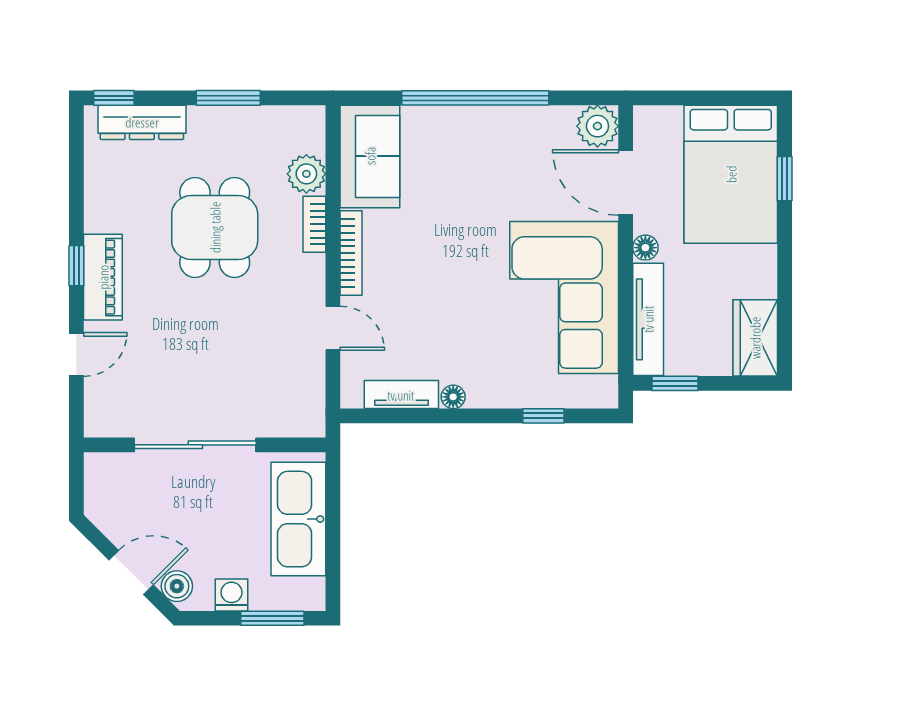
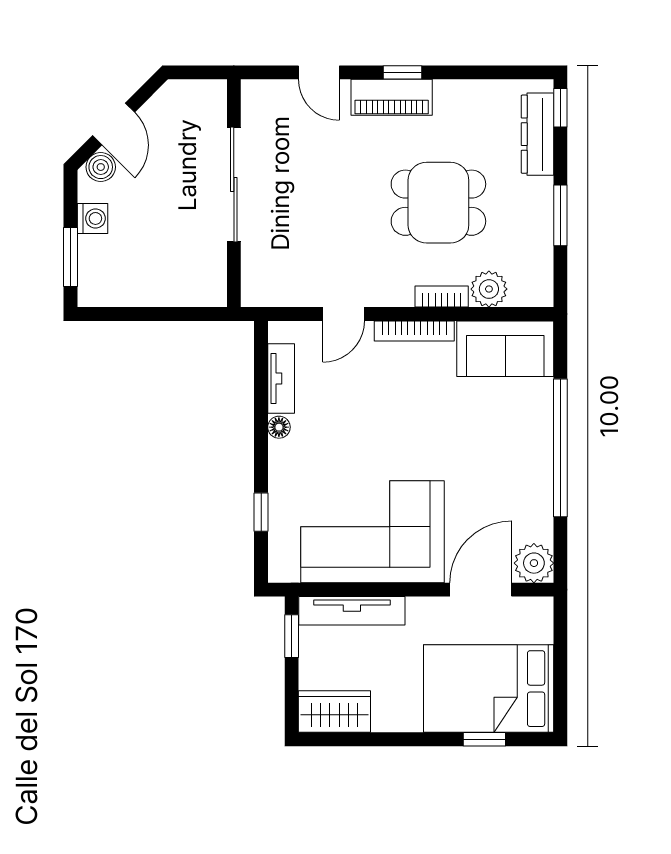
floor lamp: (645, 248) -> (419, 608), removed
kitchen sink: (298, 519) -> (164, 281), removed

